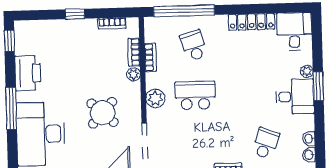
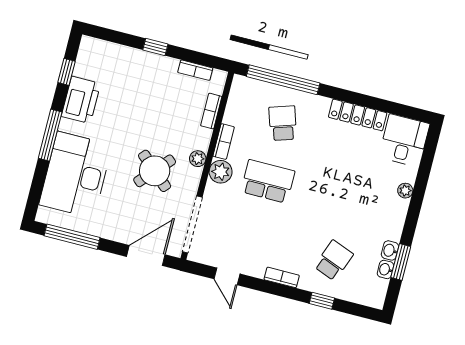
window: (9, 41) -> (66, 72), moved
bookcase: (150, 57) -> (224, 142), moved
plant: (134, 74) -> (198, 159), moved
window: (318, 86) -> (401, 262), moved
desk: (295, 97) -> (383, 216), removed
washbasin: (309, 155) -> (390, 250), moved

